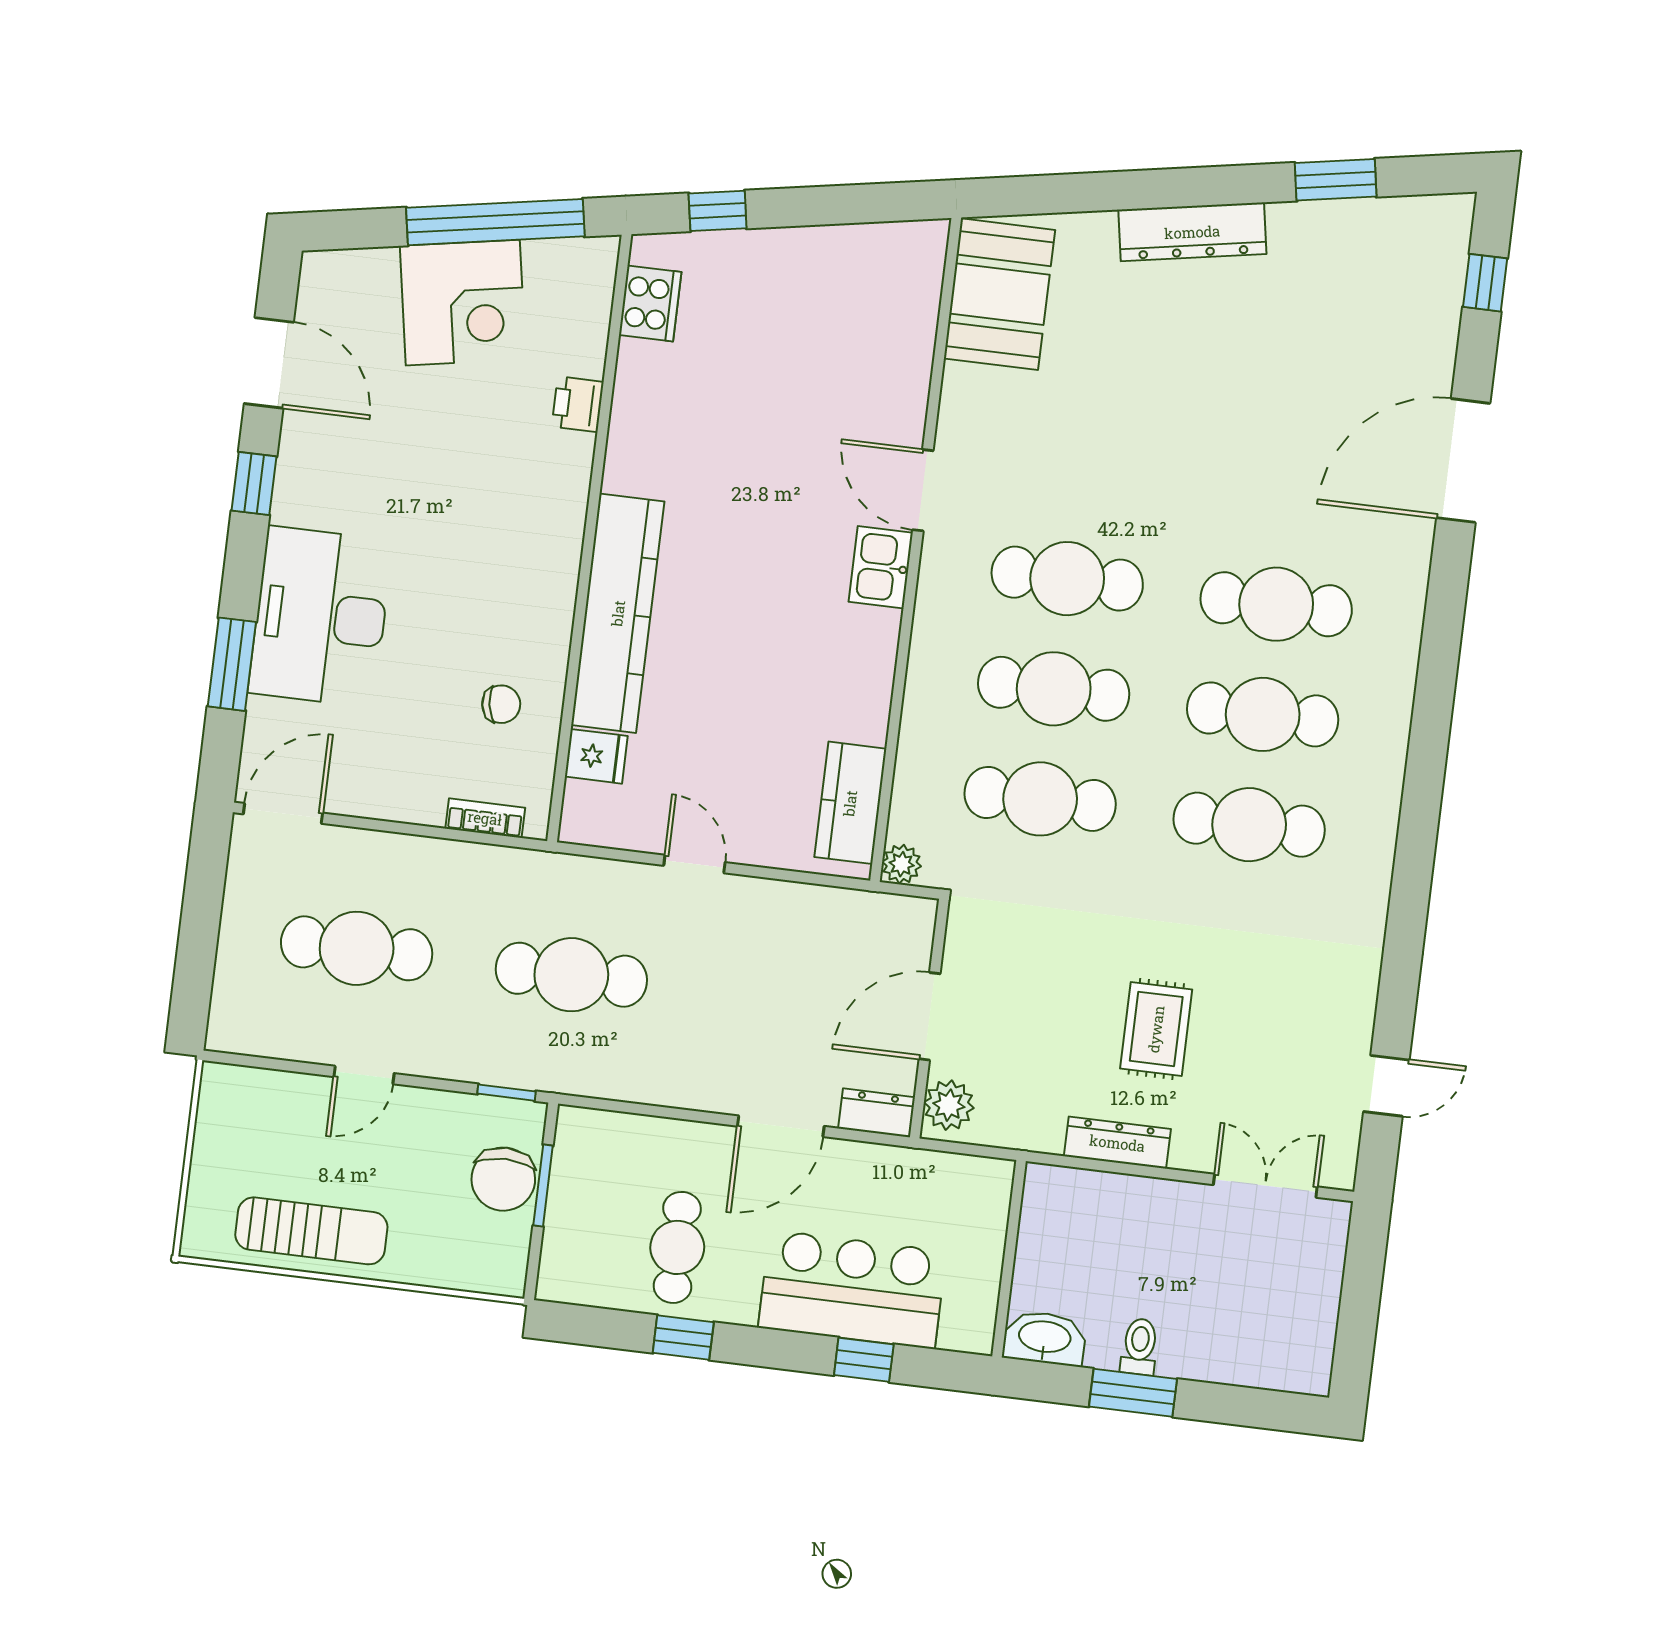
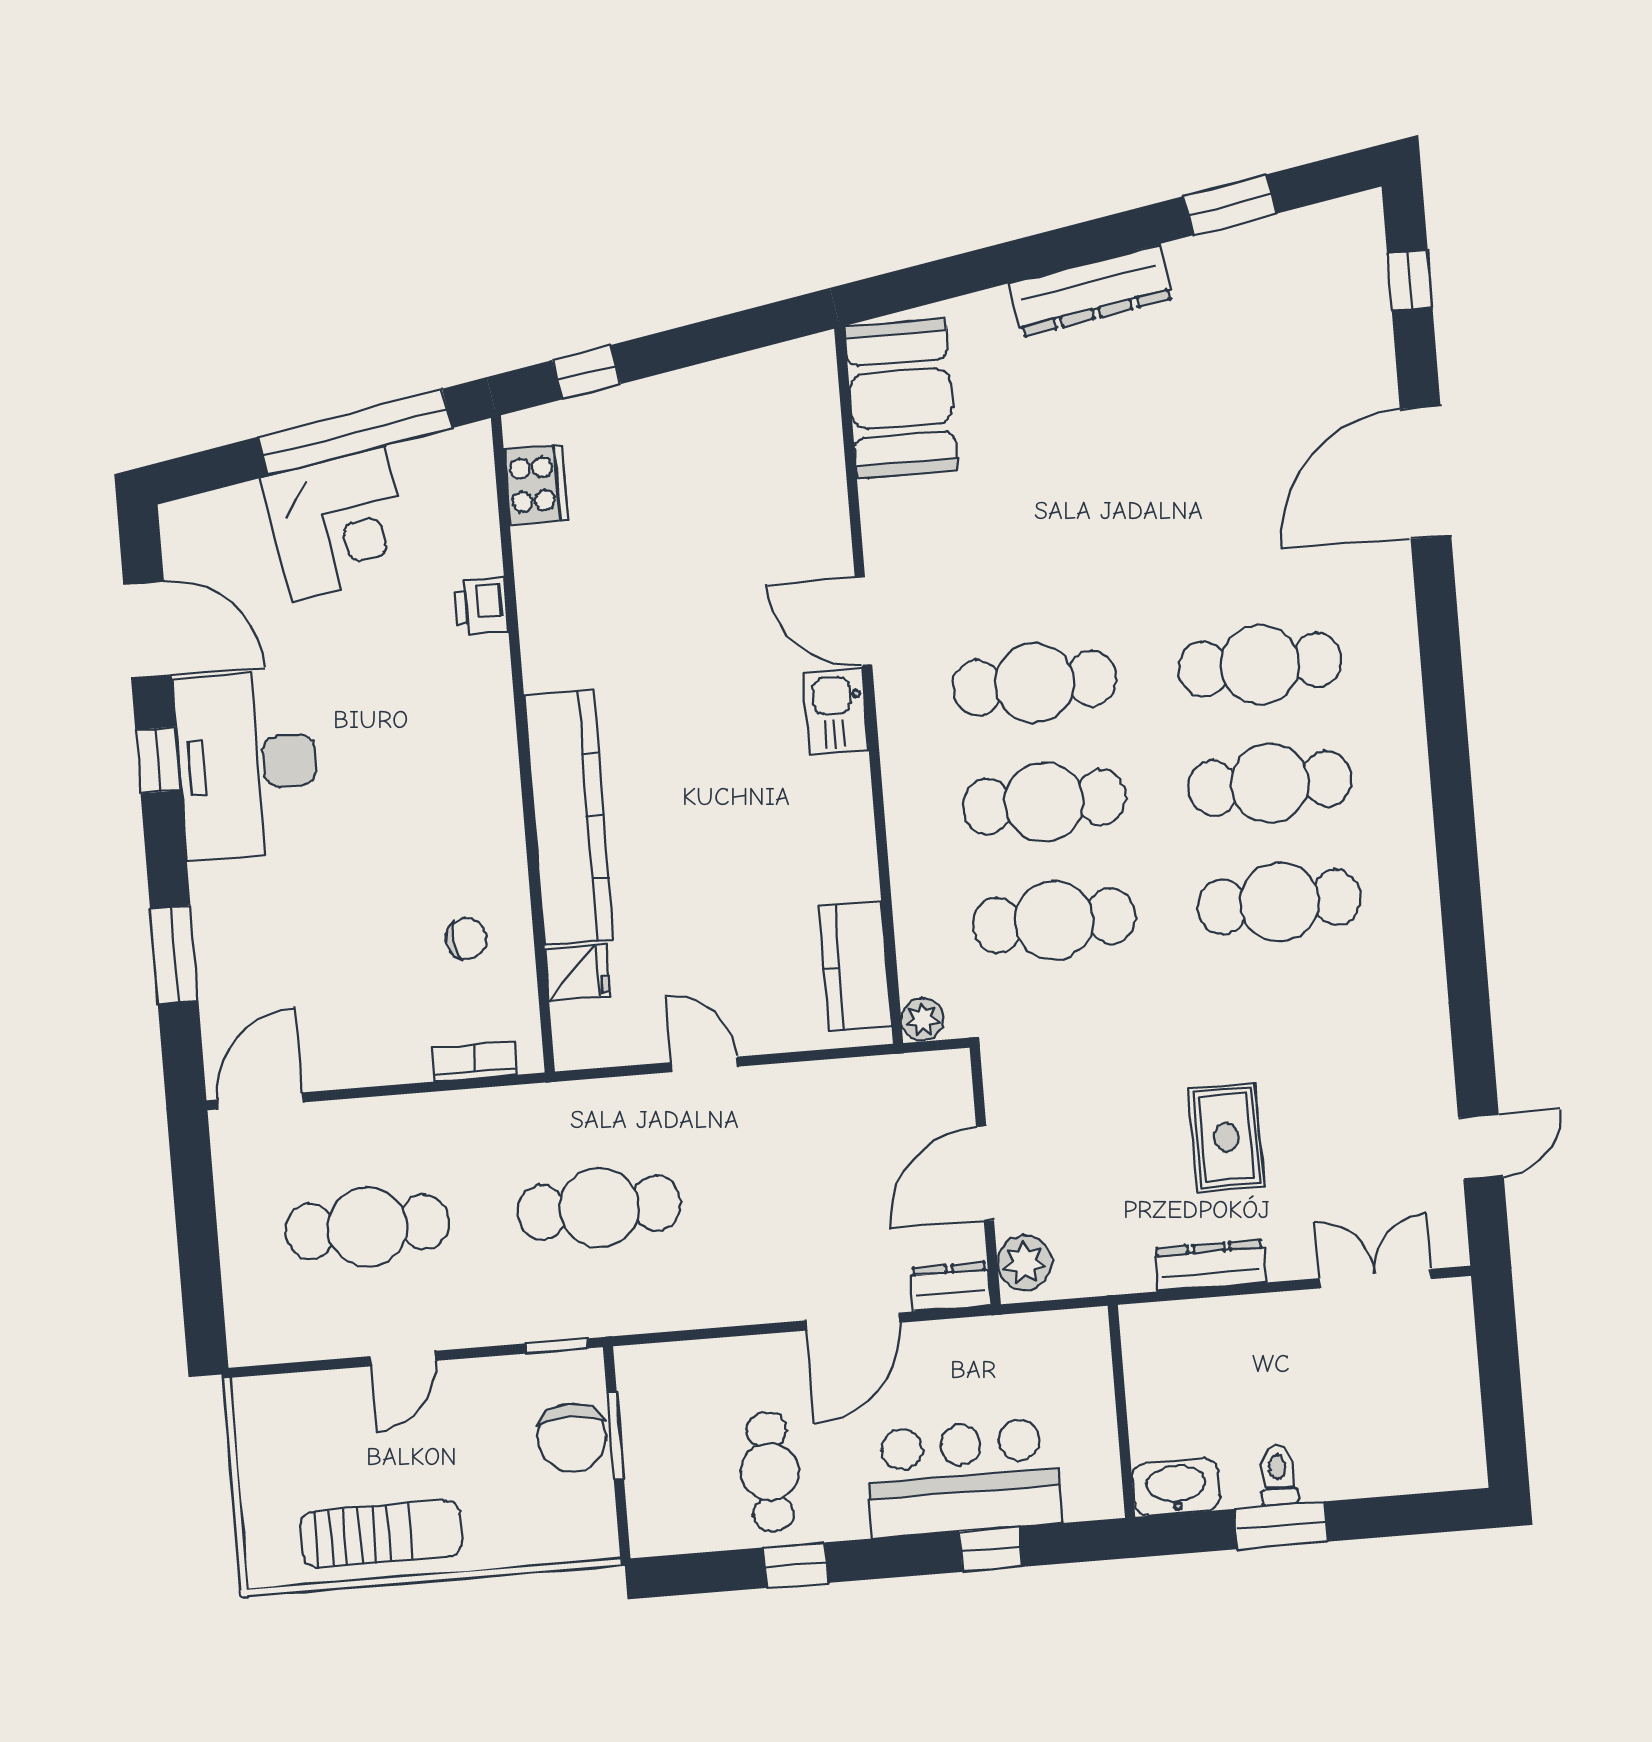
desk: (321, 617) -> (247, 764), moved

